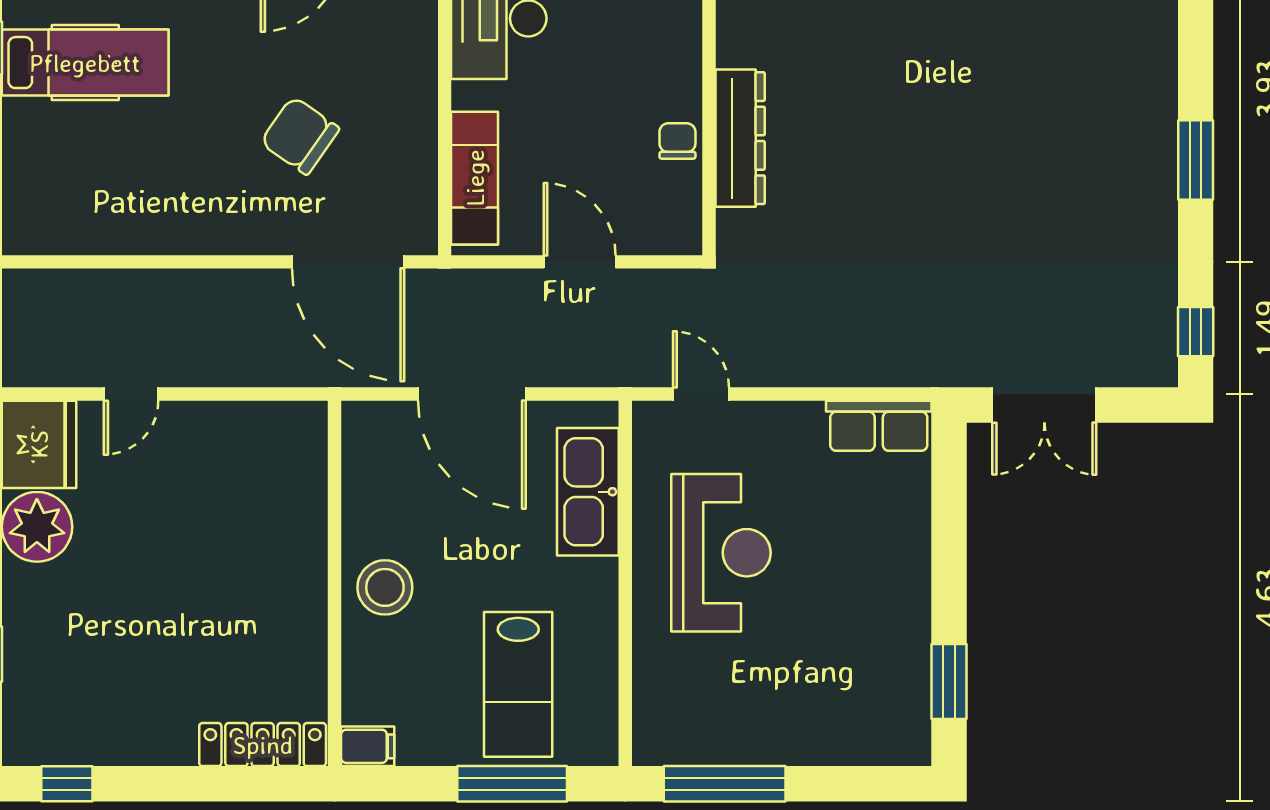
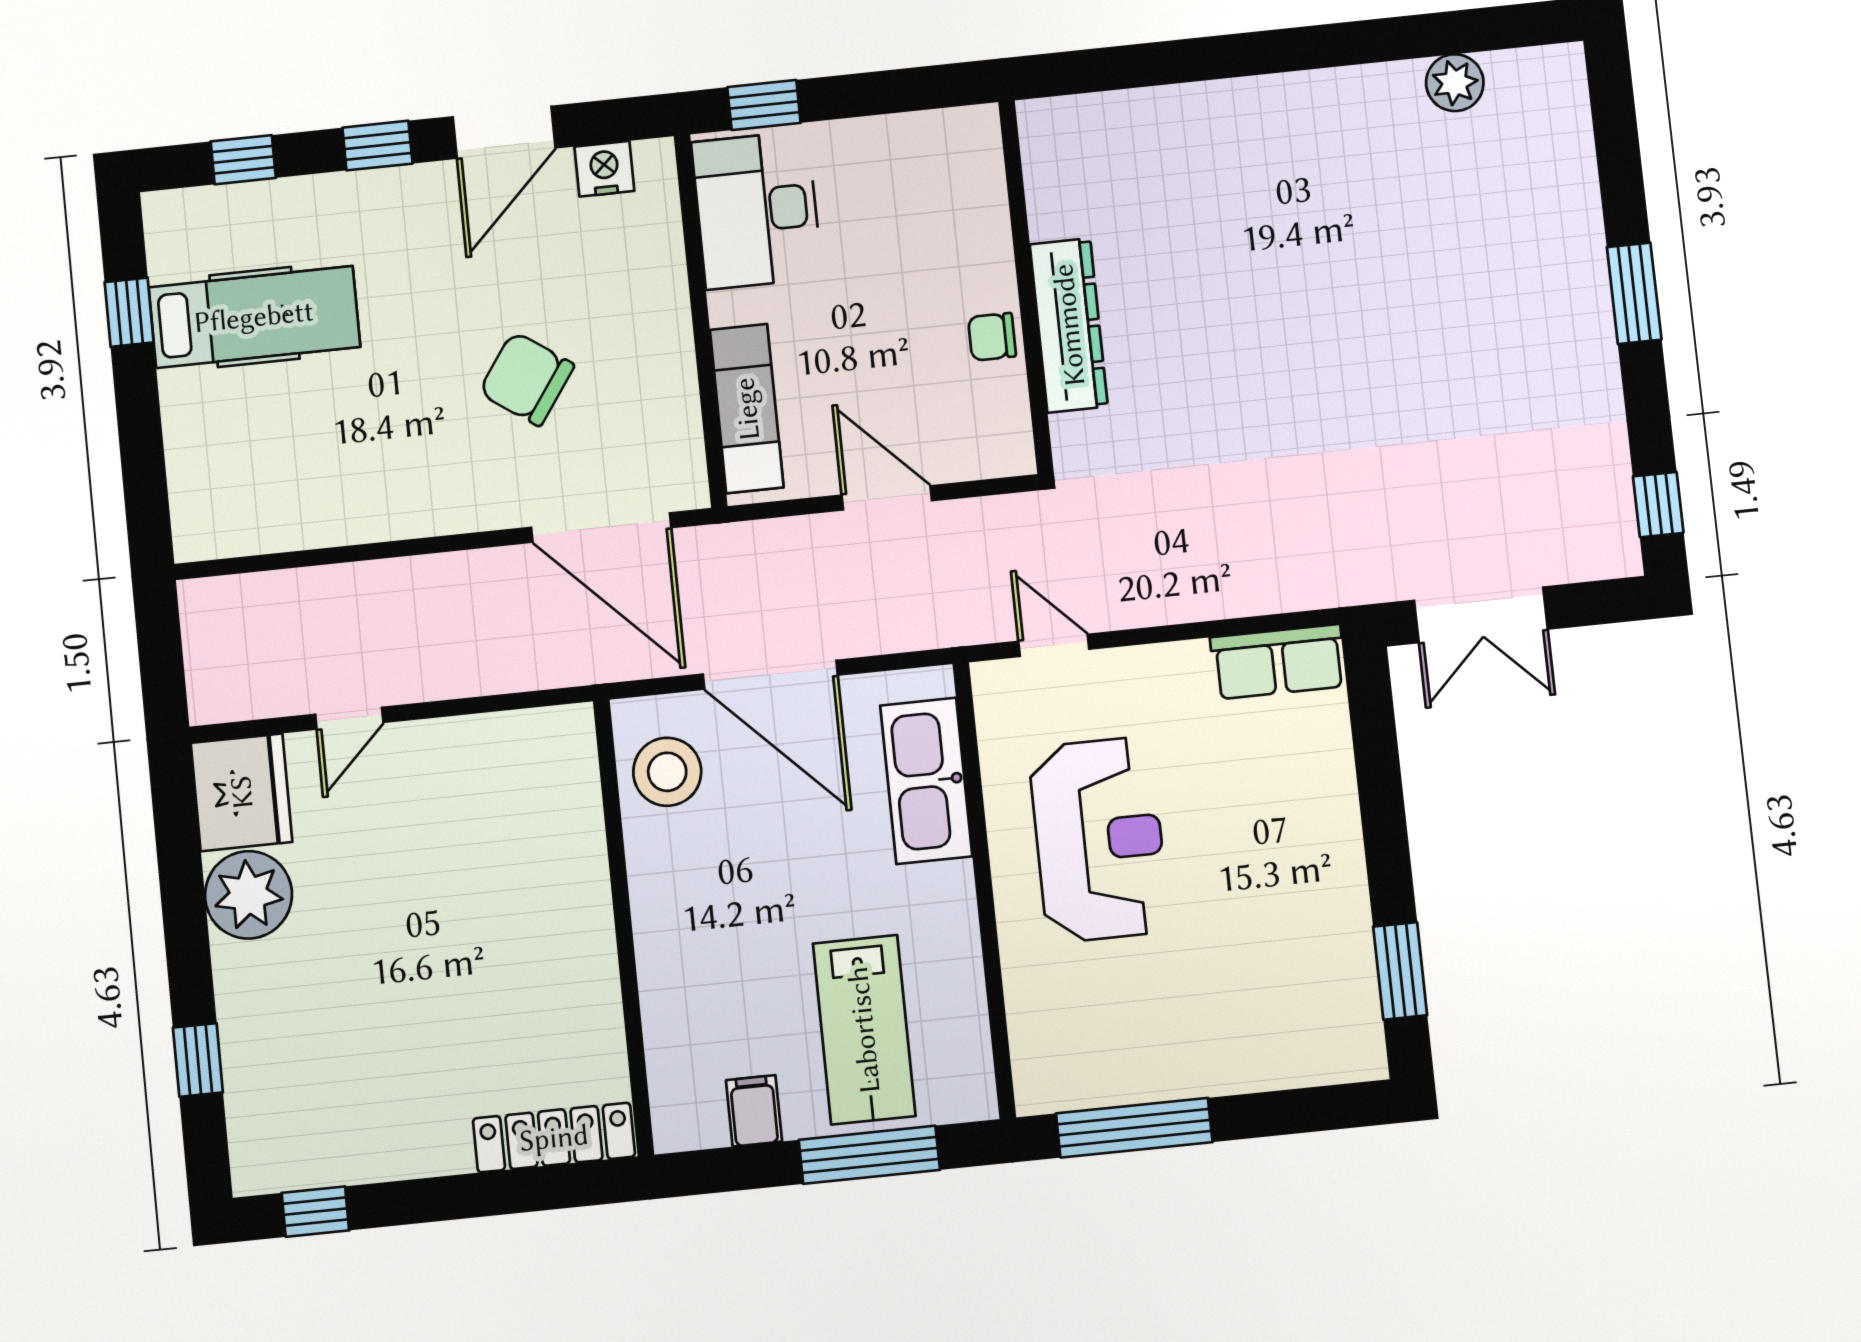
chair: (677, 141) -> (992, 337), turned -90
stool: (385, 587) -> (667, 772), moved
filing cabinet: (368, 746) -> (754, 1111), moved, turned -90

